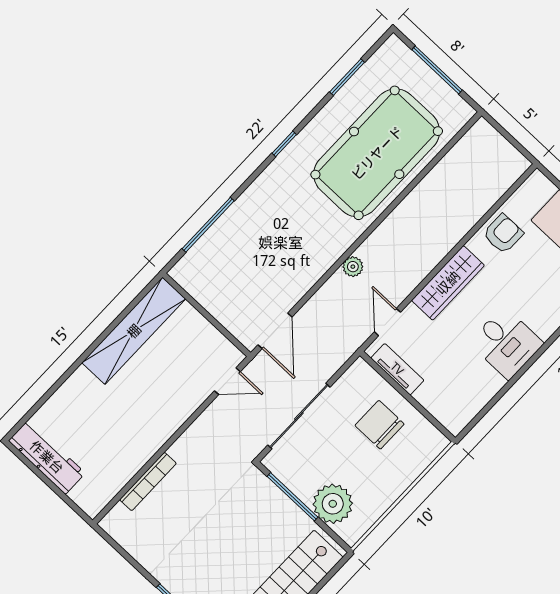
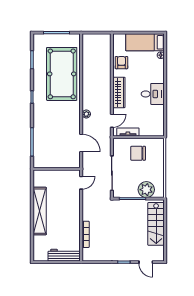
door: (387, 322) -> (112, 121), swing flipped
shelving: (134, 331) -> (40, 211), moved
door: (275, 331) -> (81, 143), moved
workbench: (47, 457) -> (64, 255), moved

